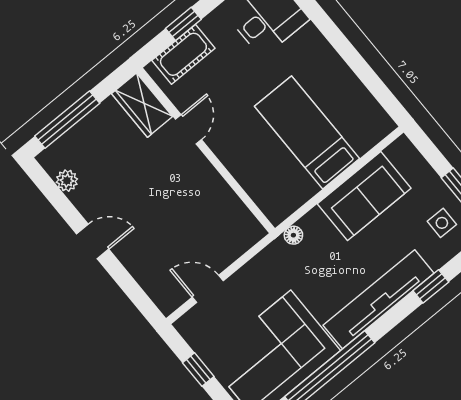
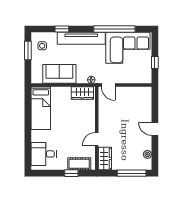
bed: (307, 132) -> (41, 108), moved
wardrobe: (290, 196) -> (82, 93), added
door: (208, 289) -> (108, 85), moved

